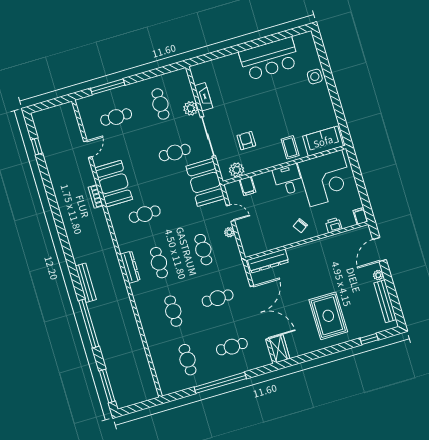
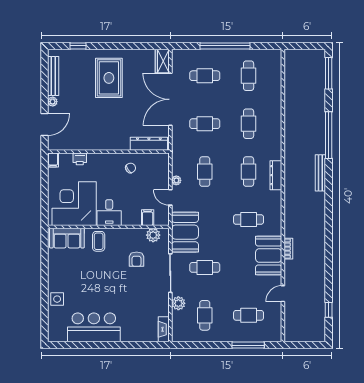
fireplace: (204, 97) -> (164, 329), moved
chair: (300, 226) -> (131, 168), moved

